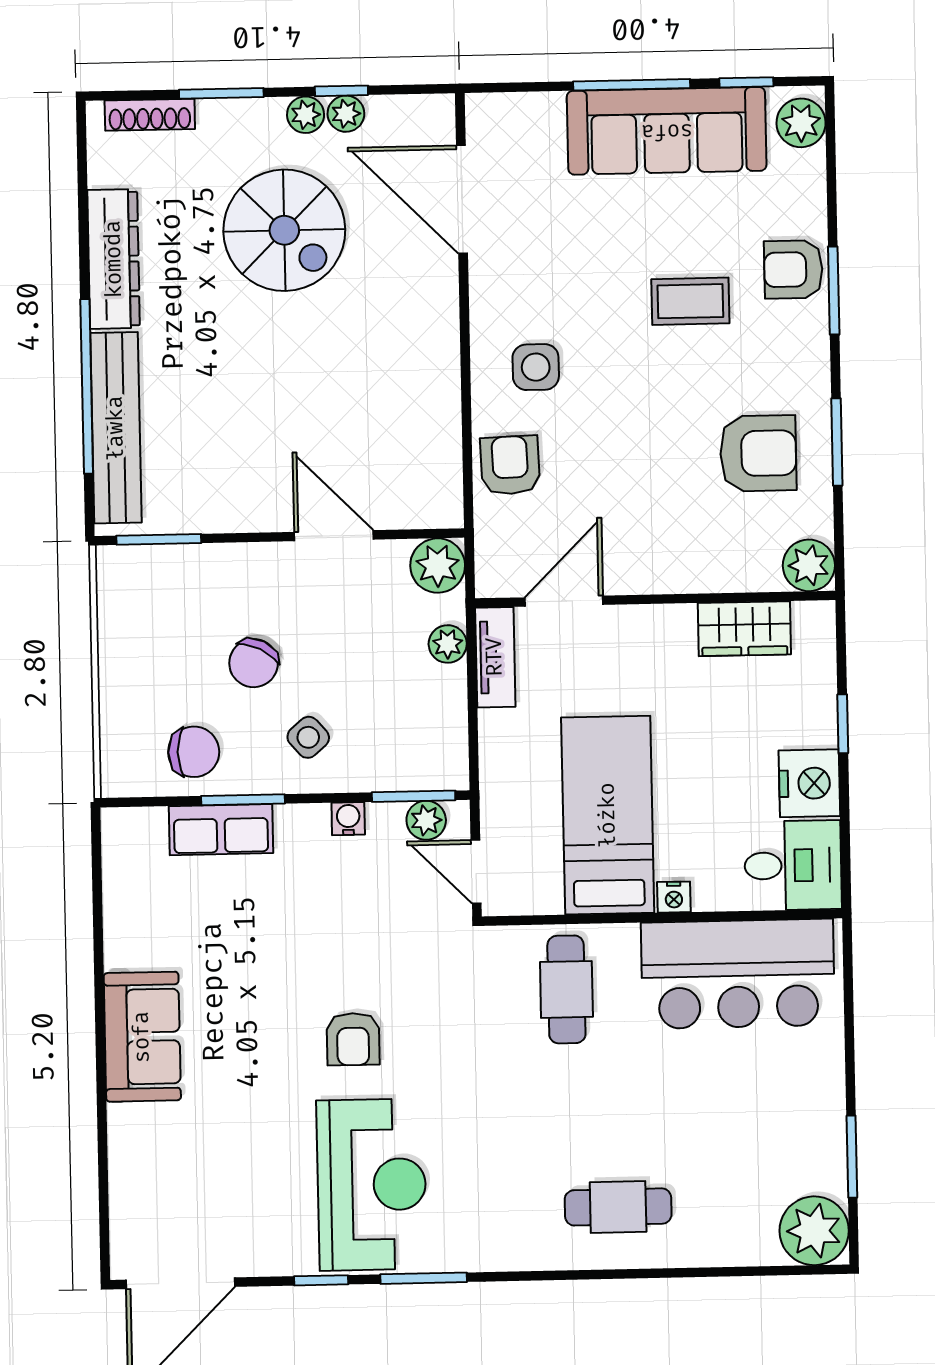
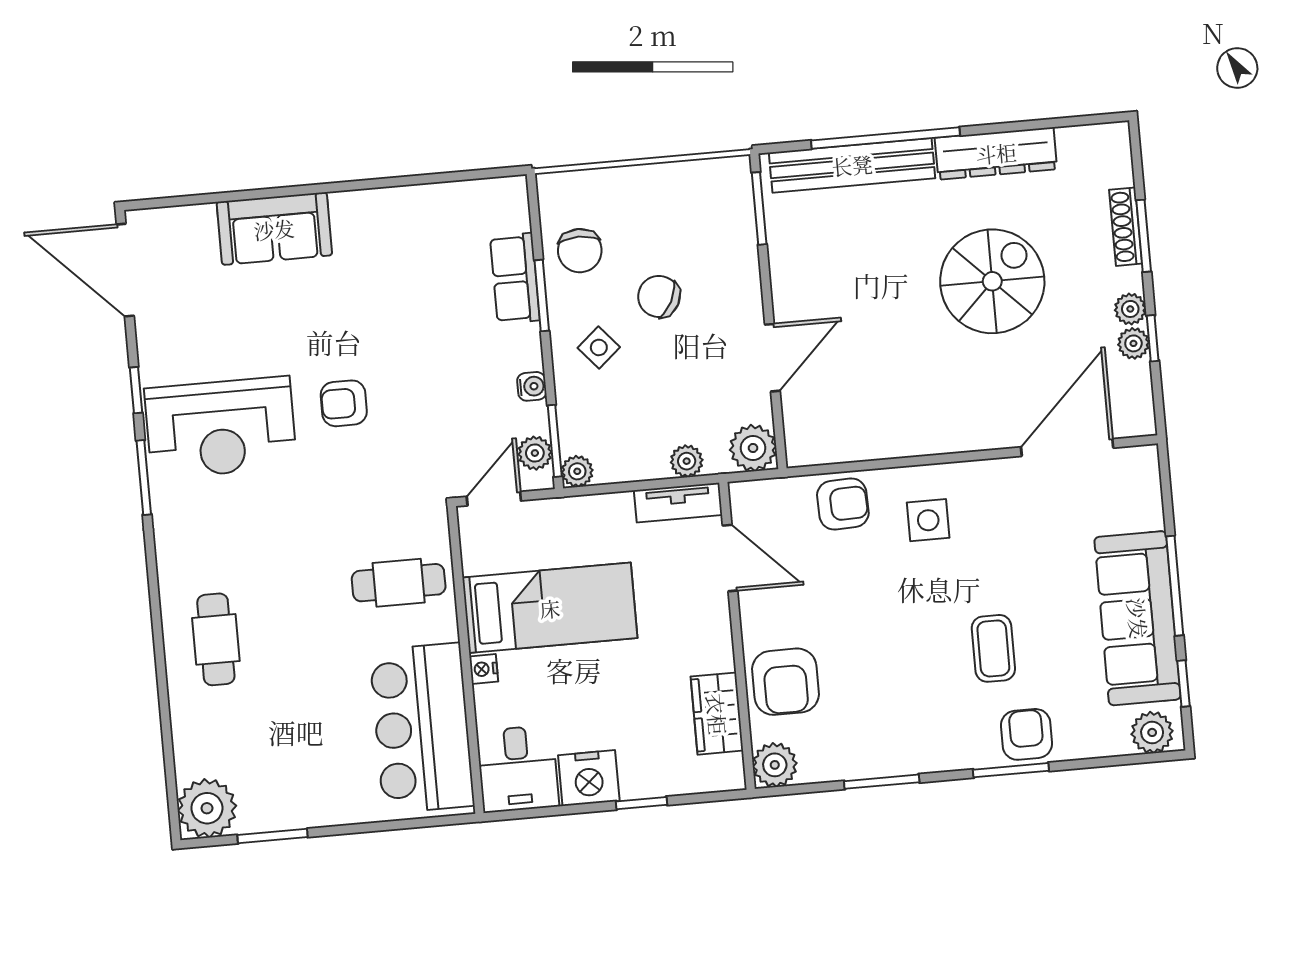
shoe rack: (150, 115) -> (1126, 227), moved
spiral stairs: (284, 230) -> (992, 281), moved, turned 180
armchair: (758, 453) -> (786, 682), moved
plant: (451, 772) -> (577, 471), added
sofa: (142, 1037) -> (274, 229), moved

